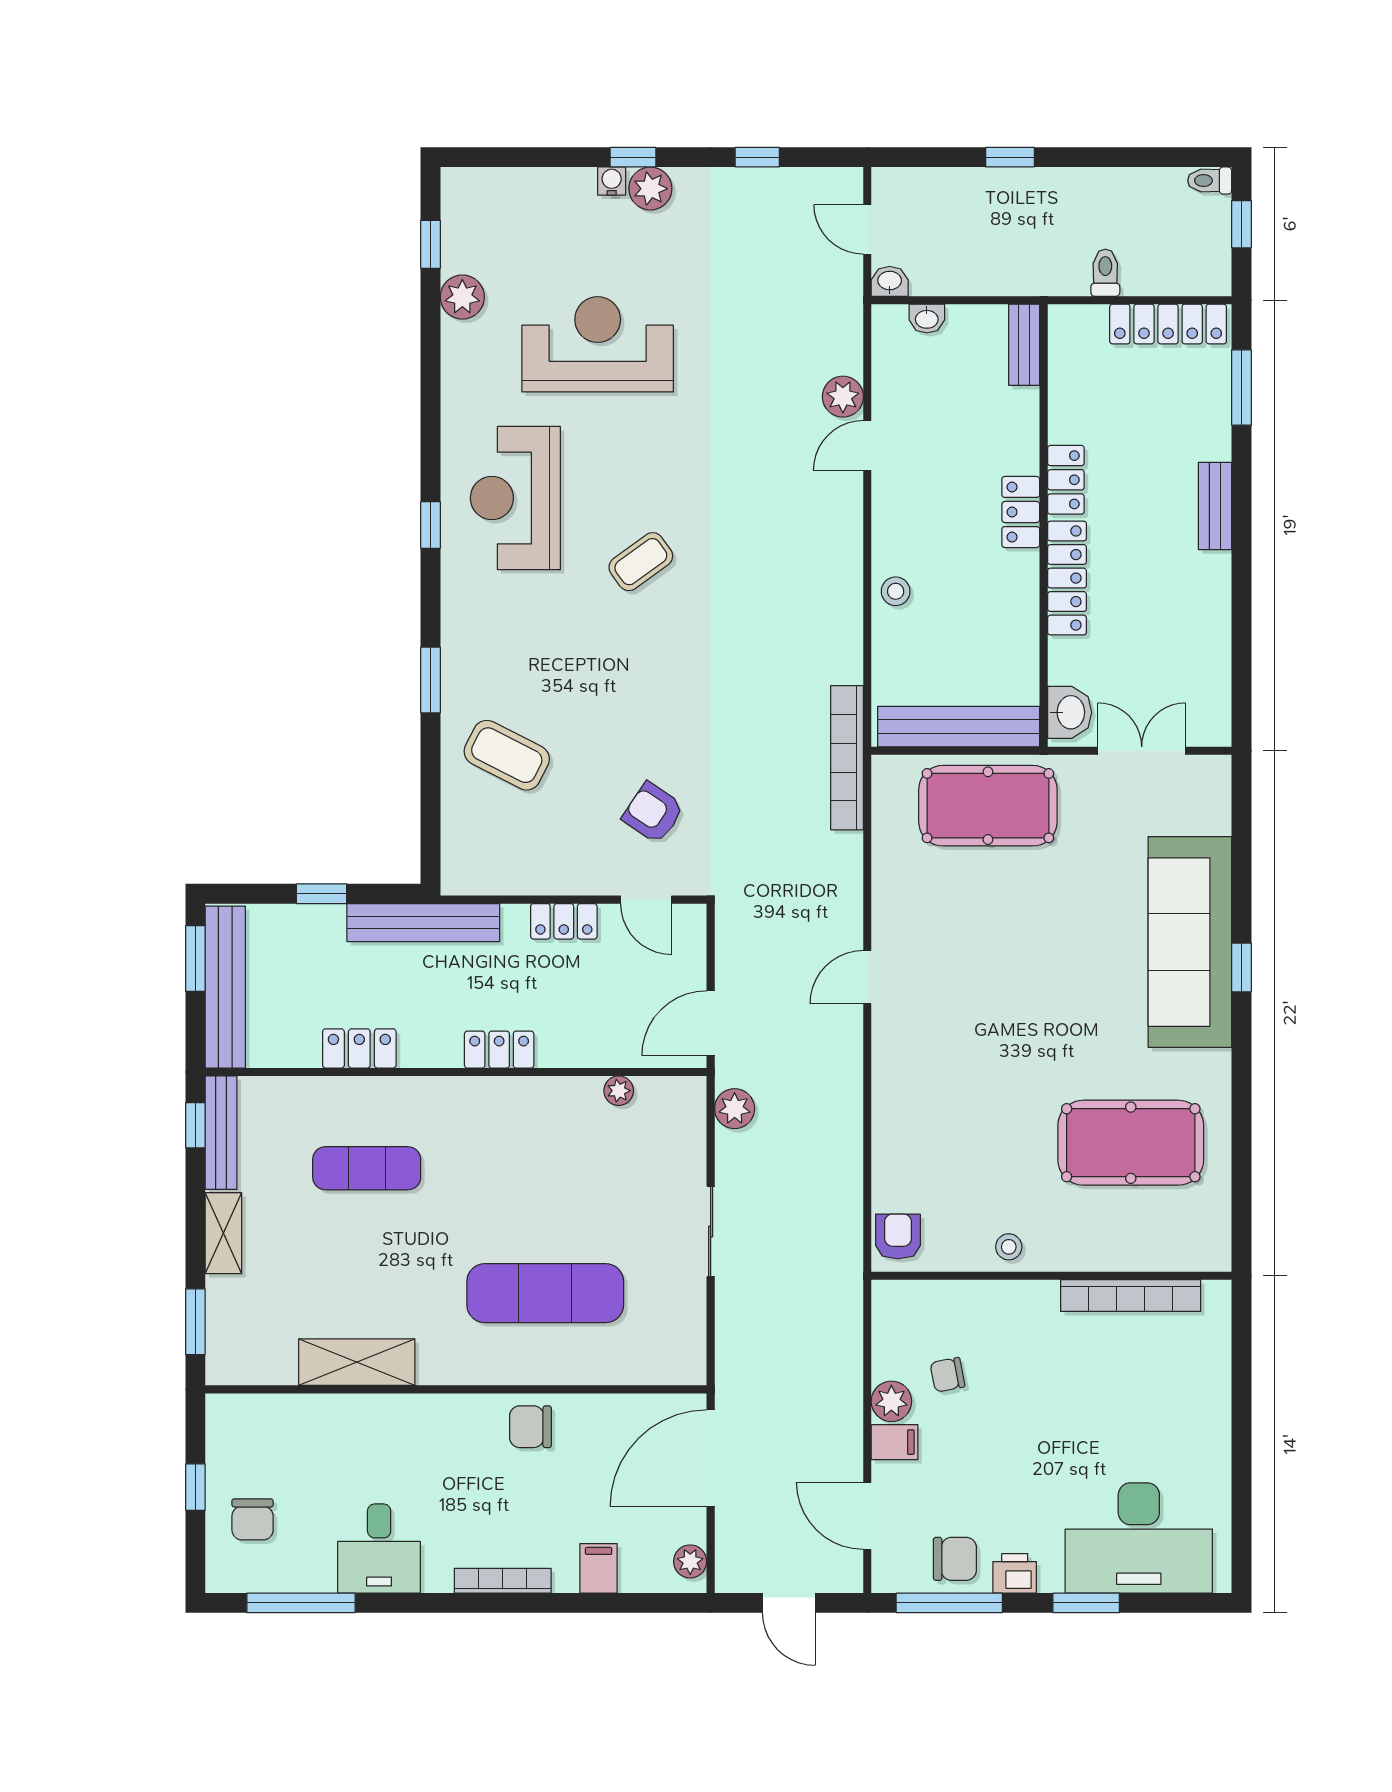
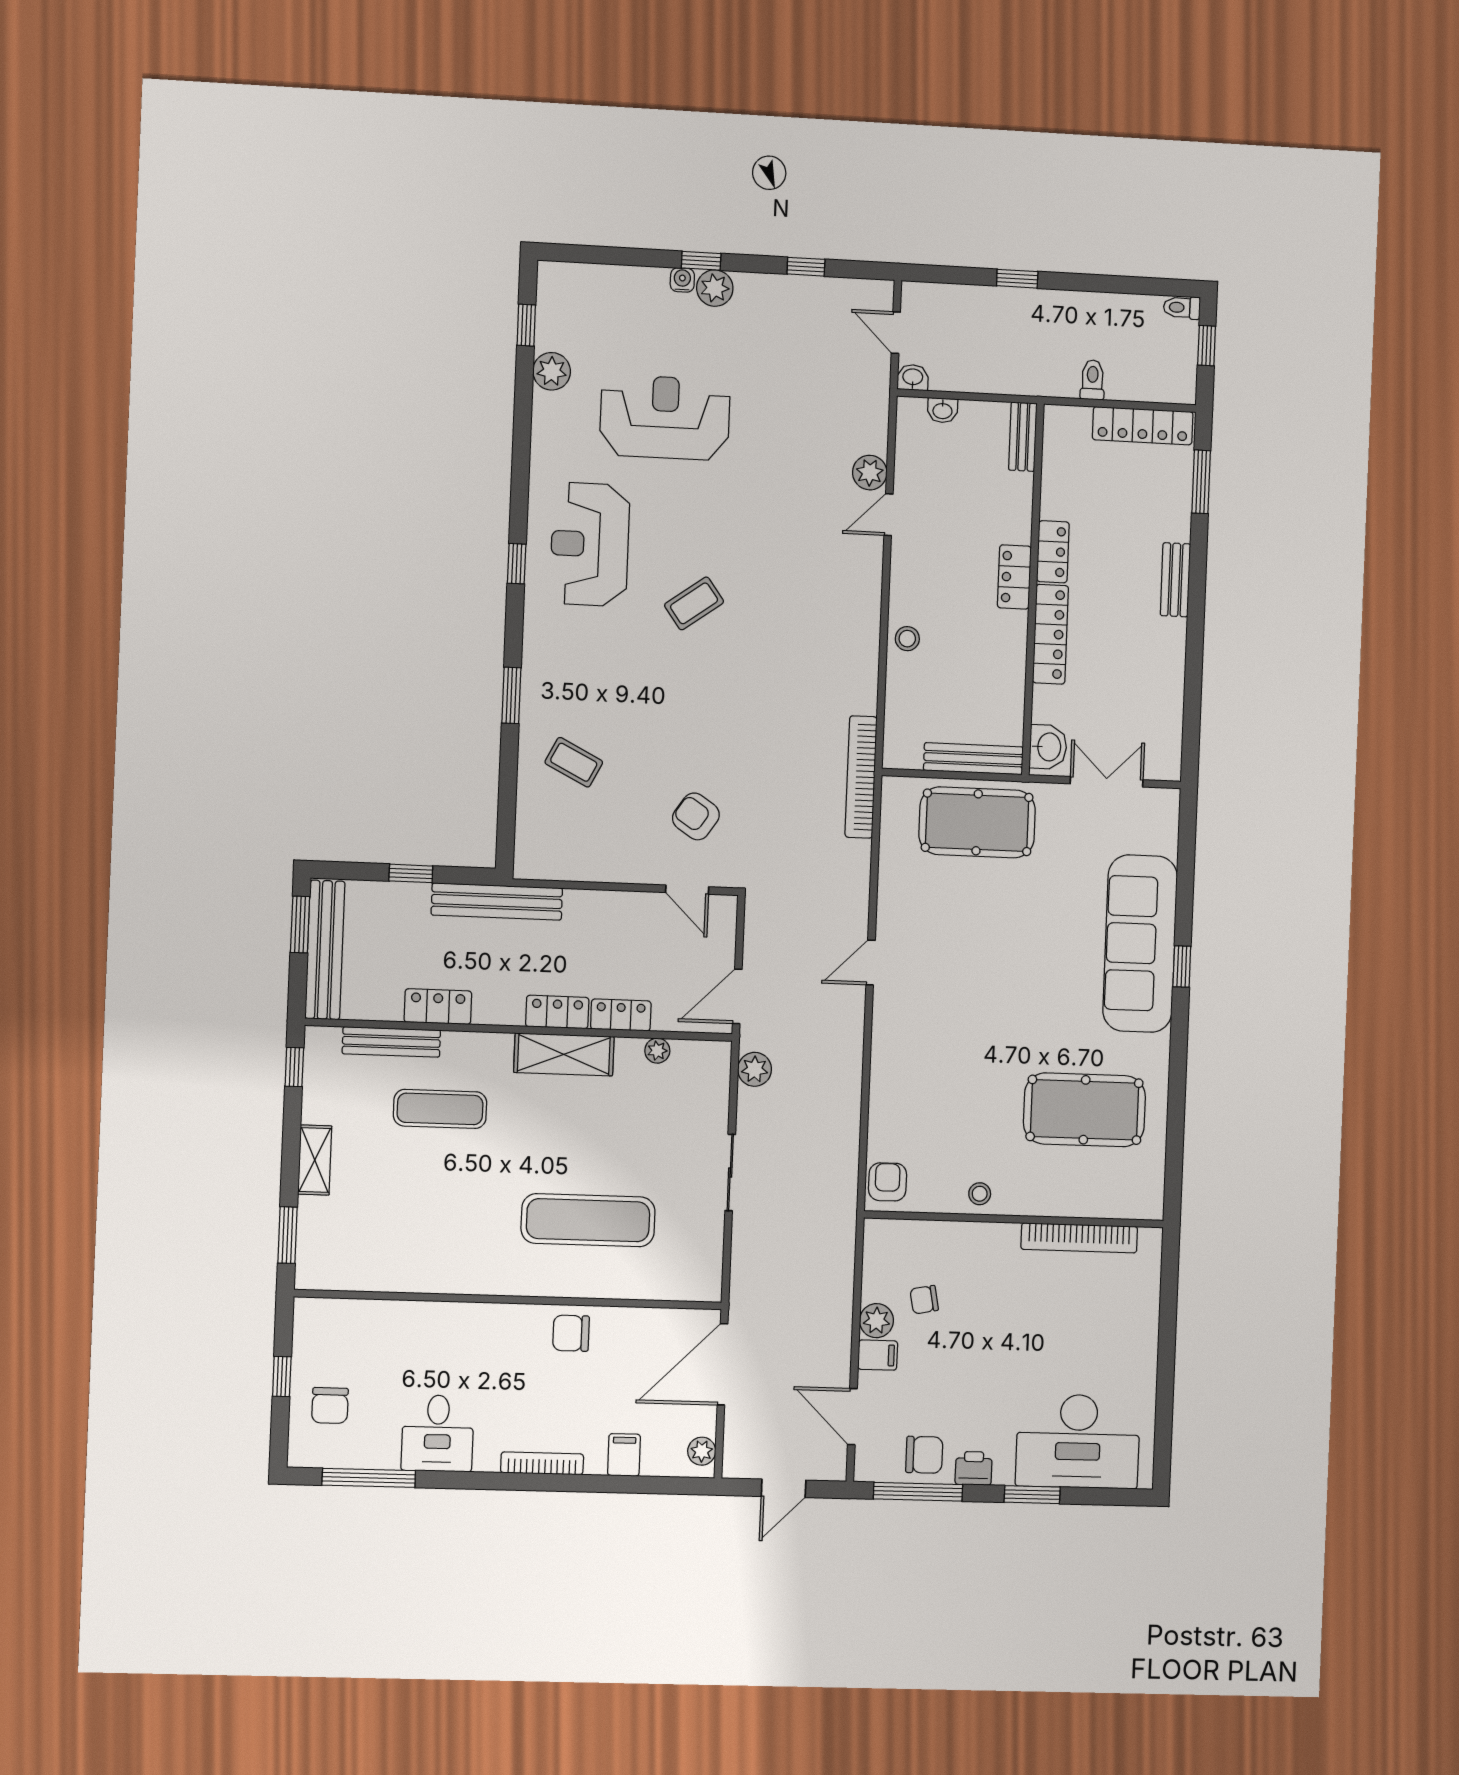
bench: (959, 727) -> (973, 759), width x0.73, depth x0.82
coffee table: (507, 755) -> (574, 762), width x0.73, depth x0.77
locker: (564, 921) -> (621, 1015), moved, turned 180
bench: (221, 1133) -> (391, 1042), moved, turned 90
shelving: (357, 1362) -> (564, 1054), moved
door: (789, 1603) -> (784, 1488), hinge flipped

